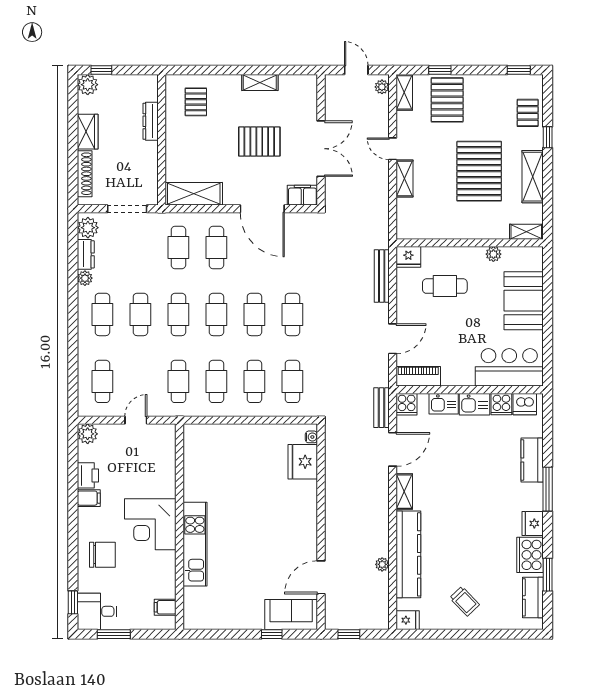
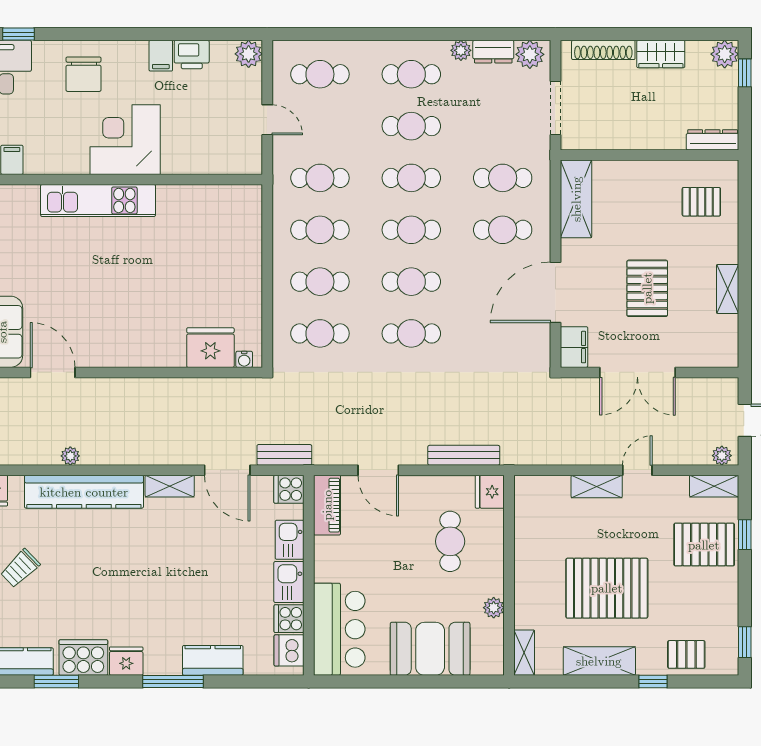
dresser: (151, 121) -> (713, 140), moved

